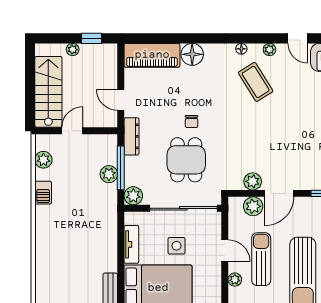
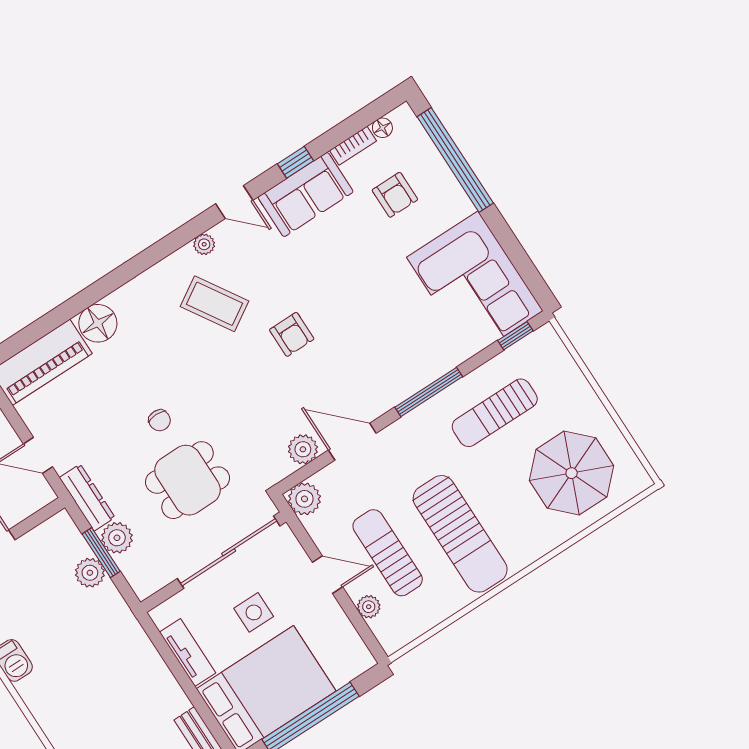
floor lamp: (241, 49) -> (163, 270), removed
armchair: (284, 122) -> (292, 334), added
dining table: (186, 160) -> (188, 480), turned 90
window: (121, 168) -> (101, 553), width x0.69
door: (279, 193) -> (352, 442), swing flipped
plant: (133, 196) -> (117, 538), moved
plant: (253, 206) -> (304, 499), moved

